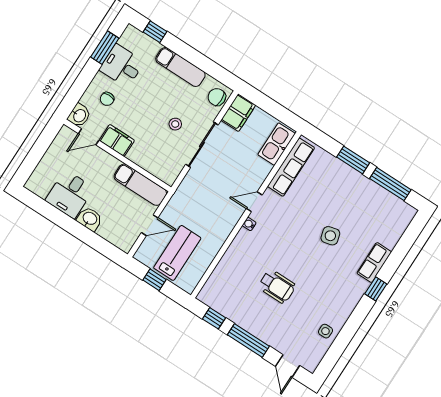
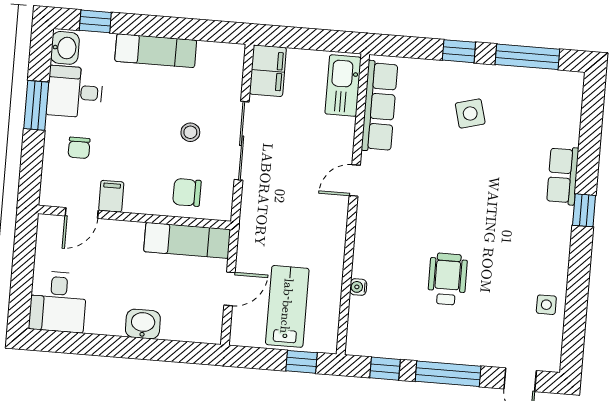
window: (105, 48) -> (36, 105), moved
chair: (217, 97) -> (187, 192), moved
washbasin: (79, 115) -> (65, 48), moved
filing cabinet: (117, 140) -> (111, 196), width x0.50
window: (353, 160) -> (459, 51), width x0.67
desk: (70, 194) -> (58, 302), moved
water cooler: (249, 224) -> (358, 287), moved
side table: (330, 236) -> (470, 114), moved
window: (155, 280) -> (302, 362), moved
wheelchair: (277, 286) -> (447, 279), turned -90

